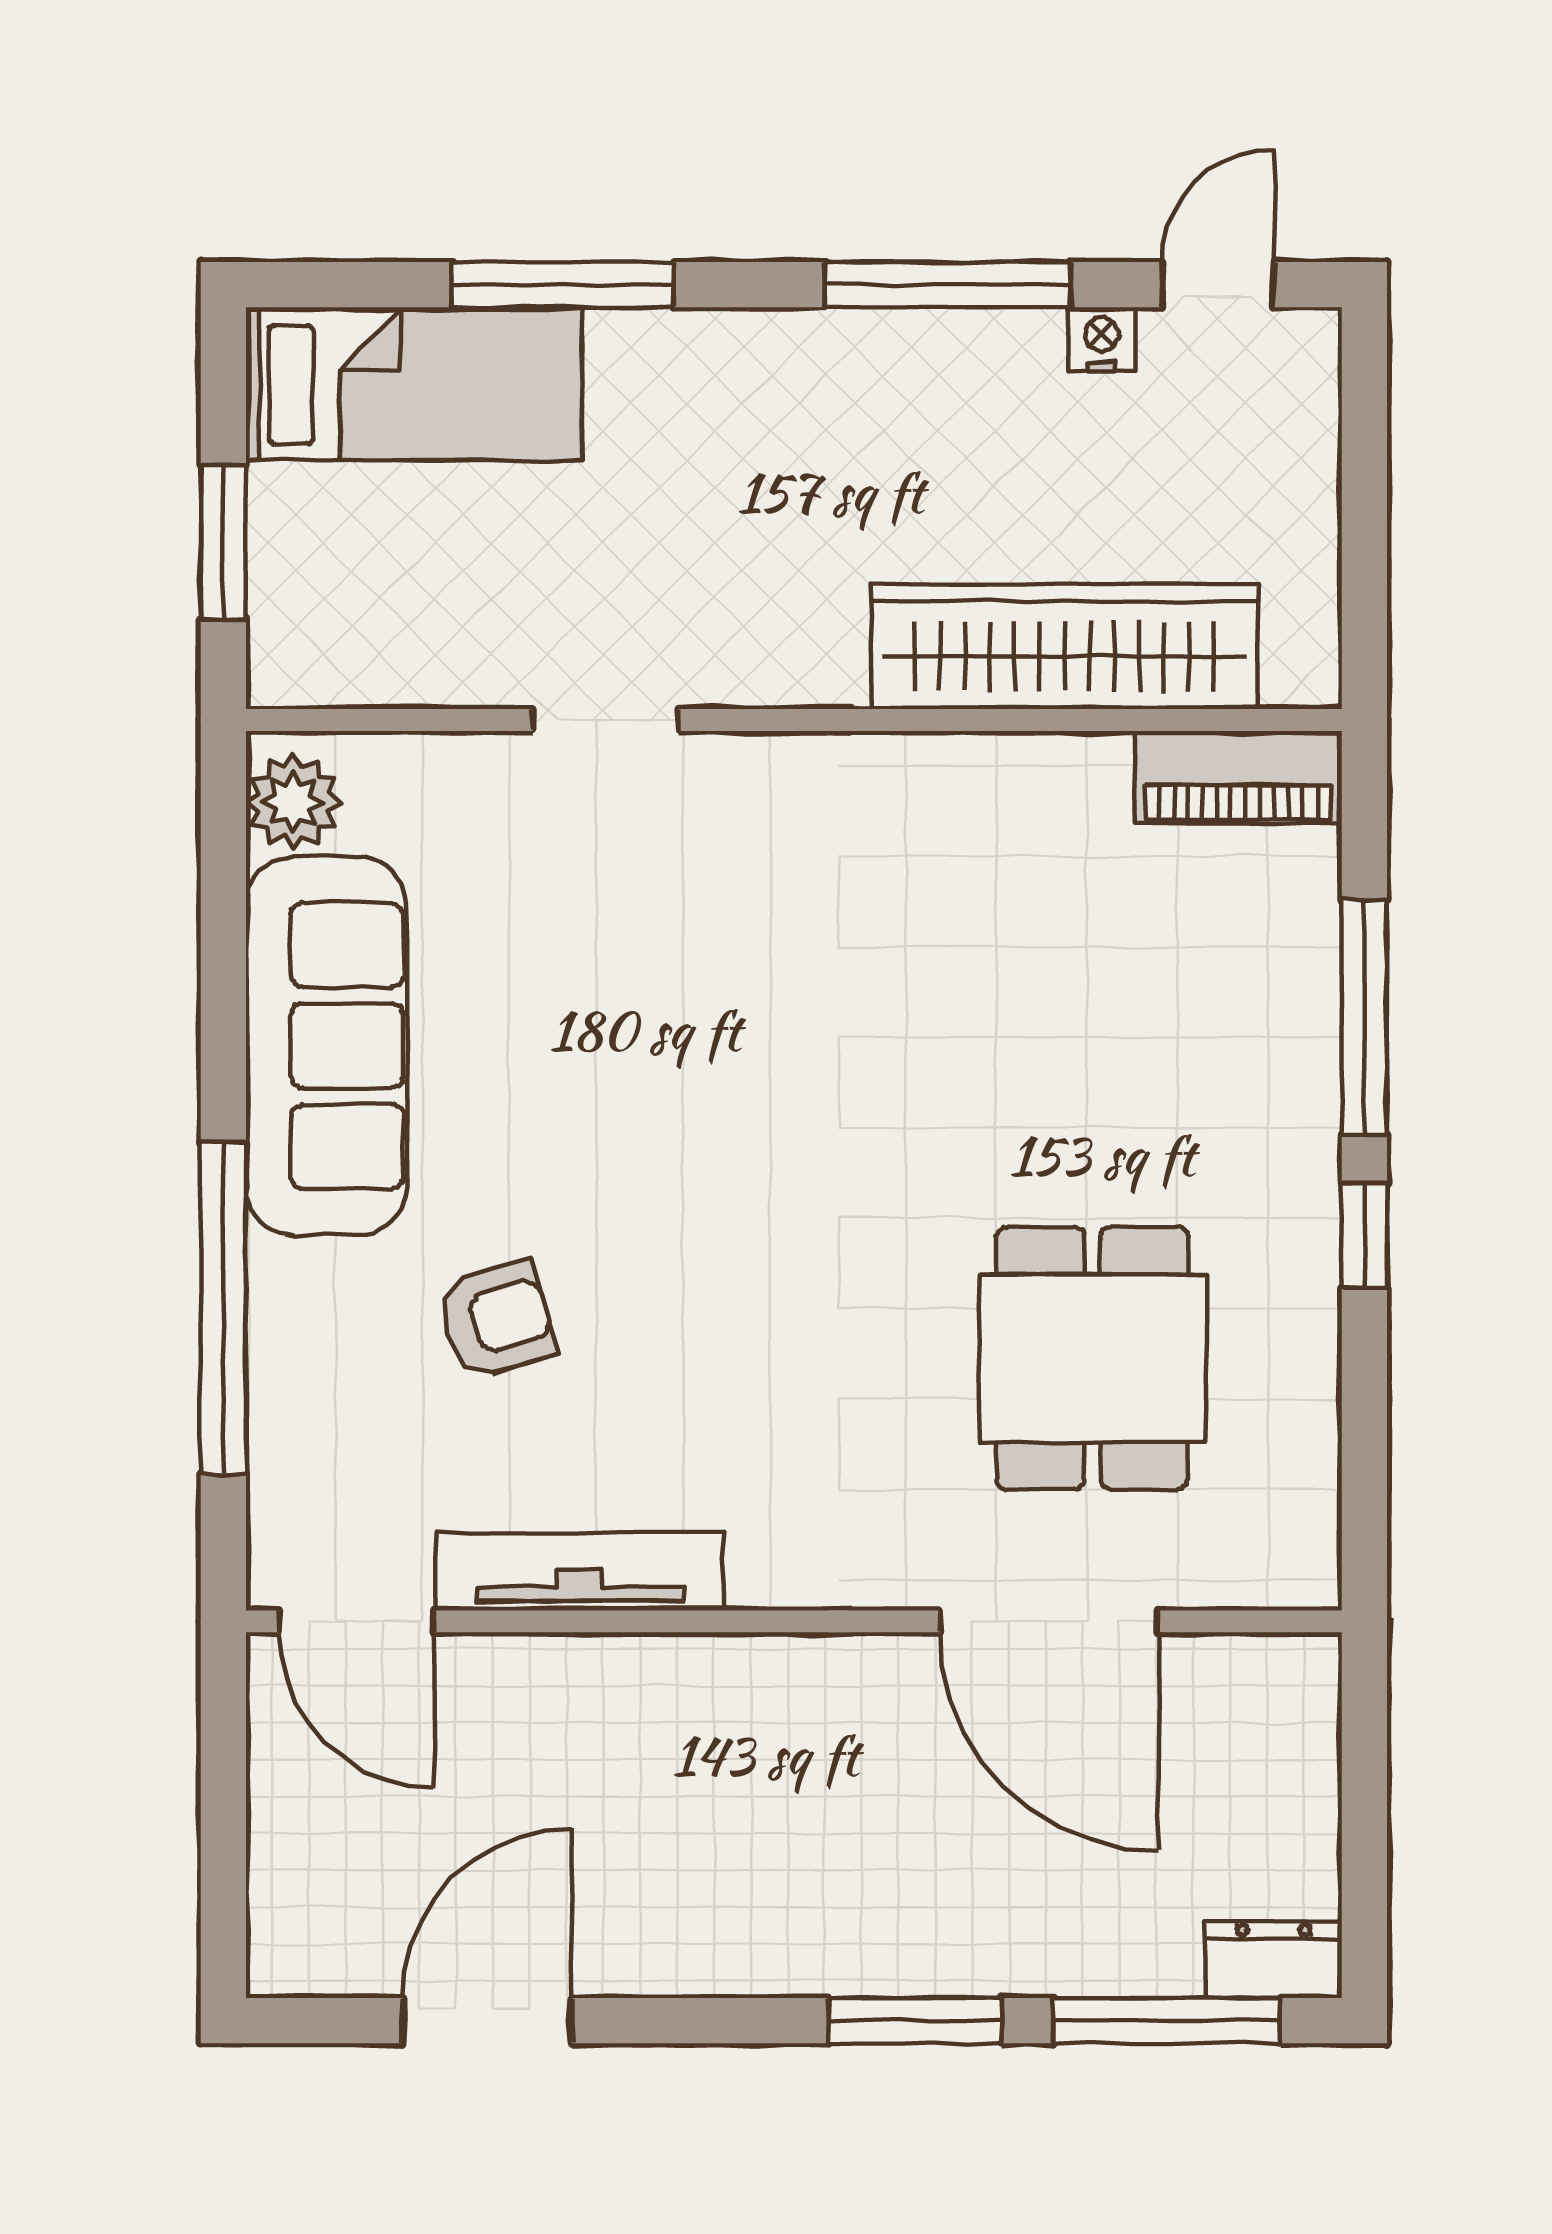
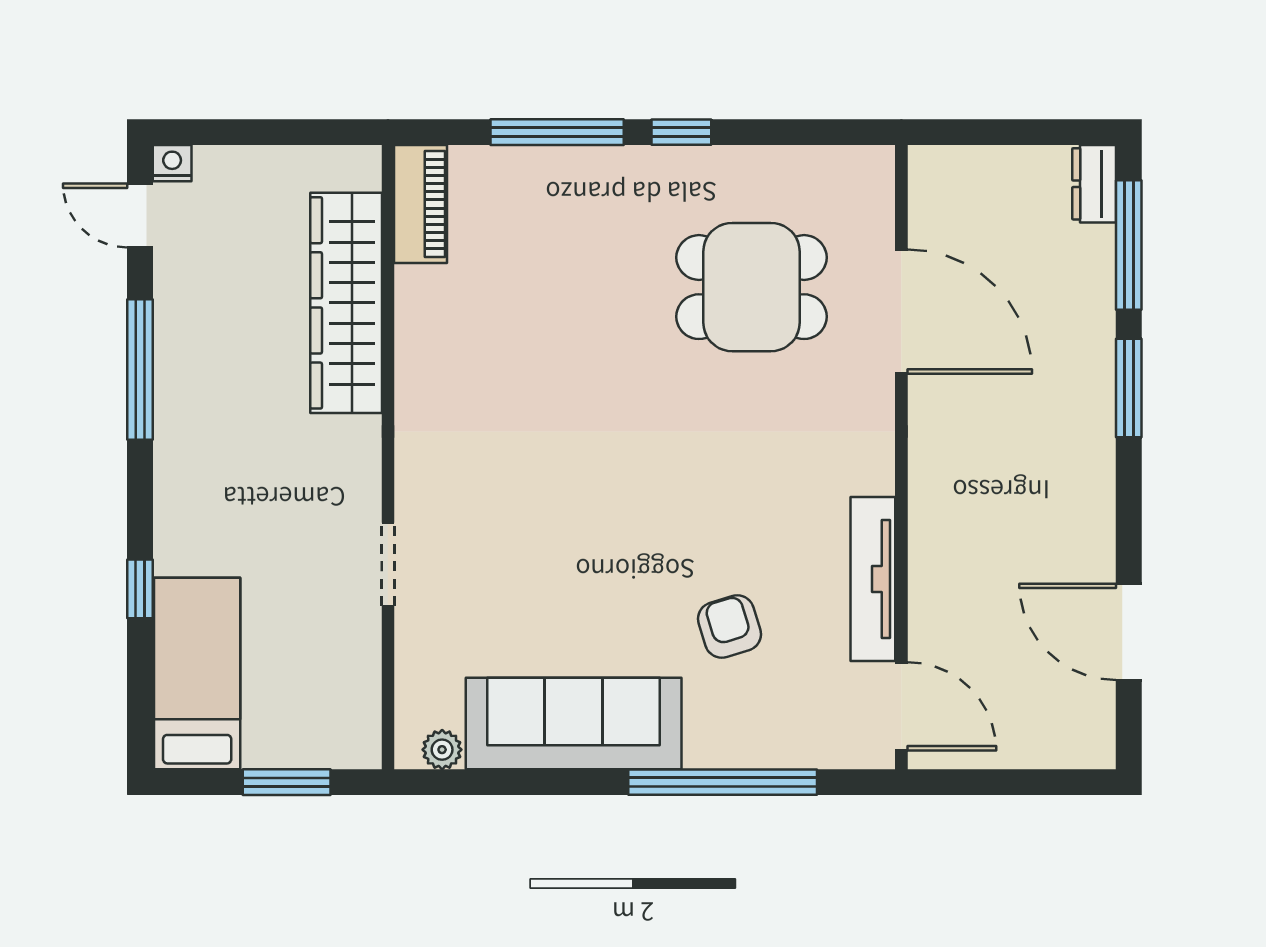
window: (563, 285) -> (140, 589), width x0.46
nightstand: (1102, 339) -> (172, 163), moved, turned 90
plant: (293, 802) -> (442, 750), width x0.73, depth x0.73
door: (356, 1621) -> (901, 706), hinge flipped
door: (1049, 1621) -> (901, 312), hinge flipped

